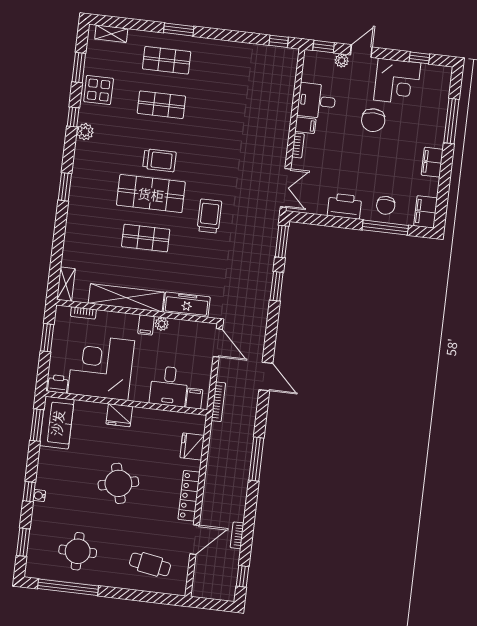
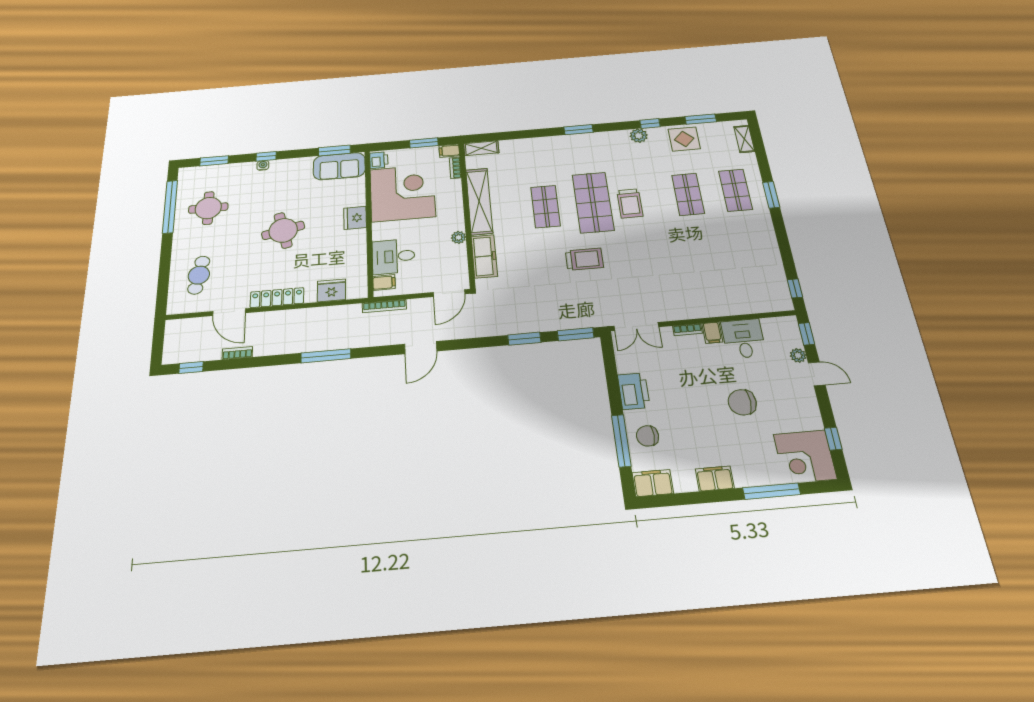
corner desk: (397, 82) -> (805, 457), moved
filing cabinet: (146, 325) -> (449, 151), moved

